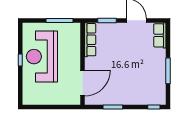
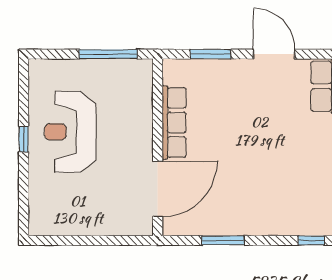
row of seats: (90, 40) -> (174, 122), moved
reception desk: (42, 57) -> (70, 132), width x0.74, depth x0.77

